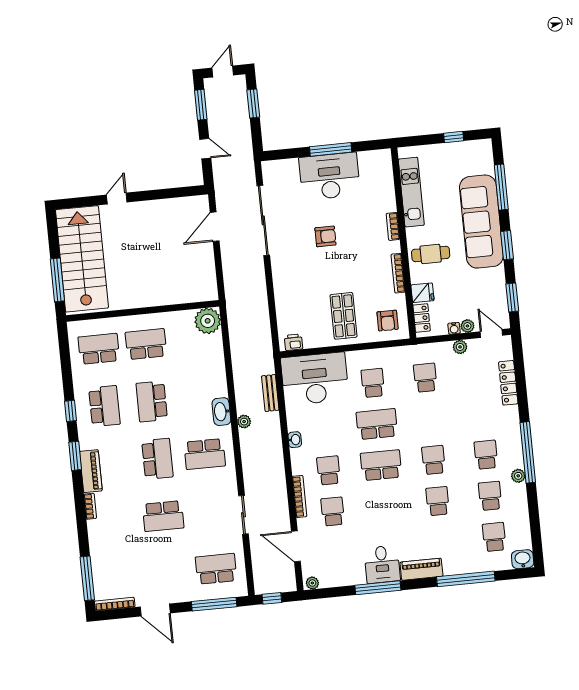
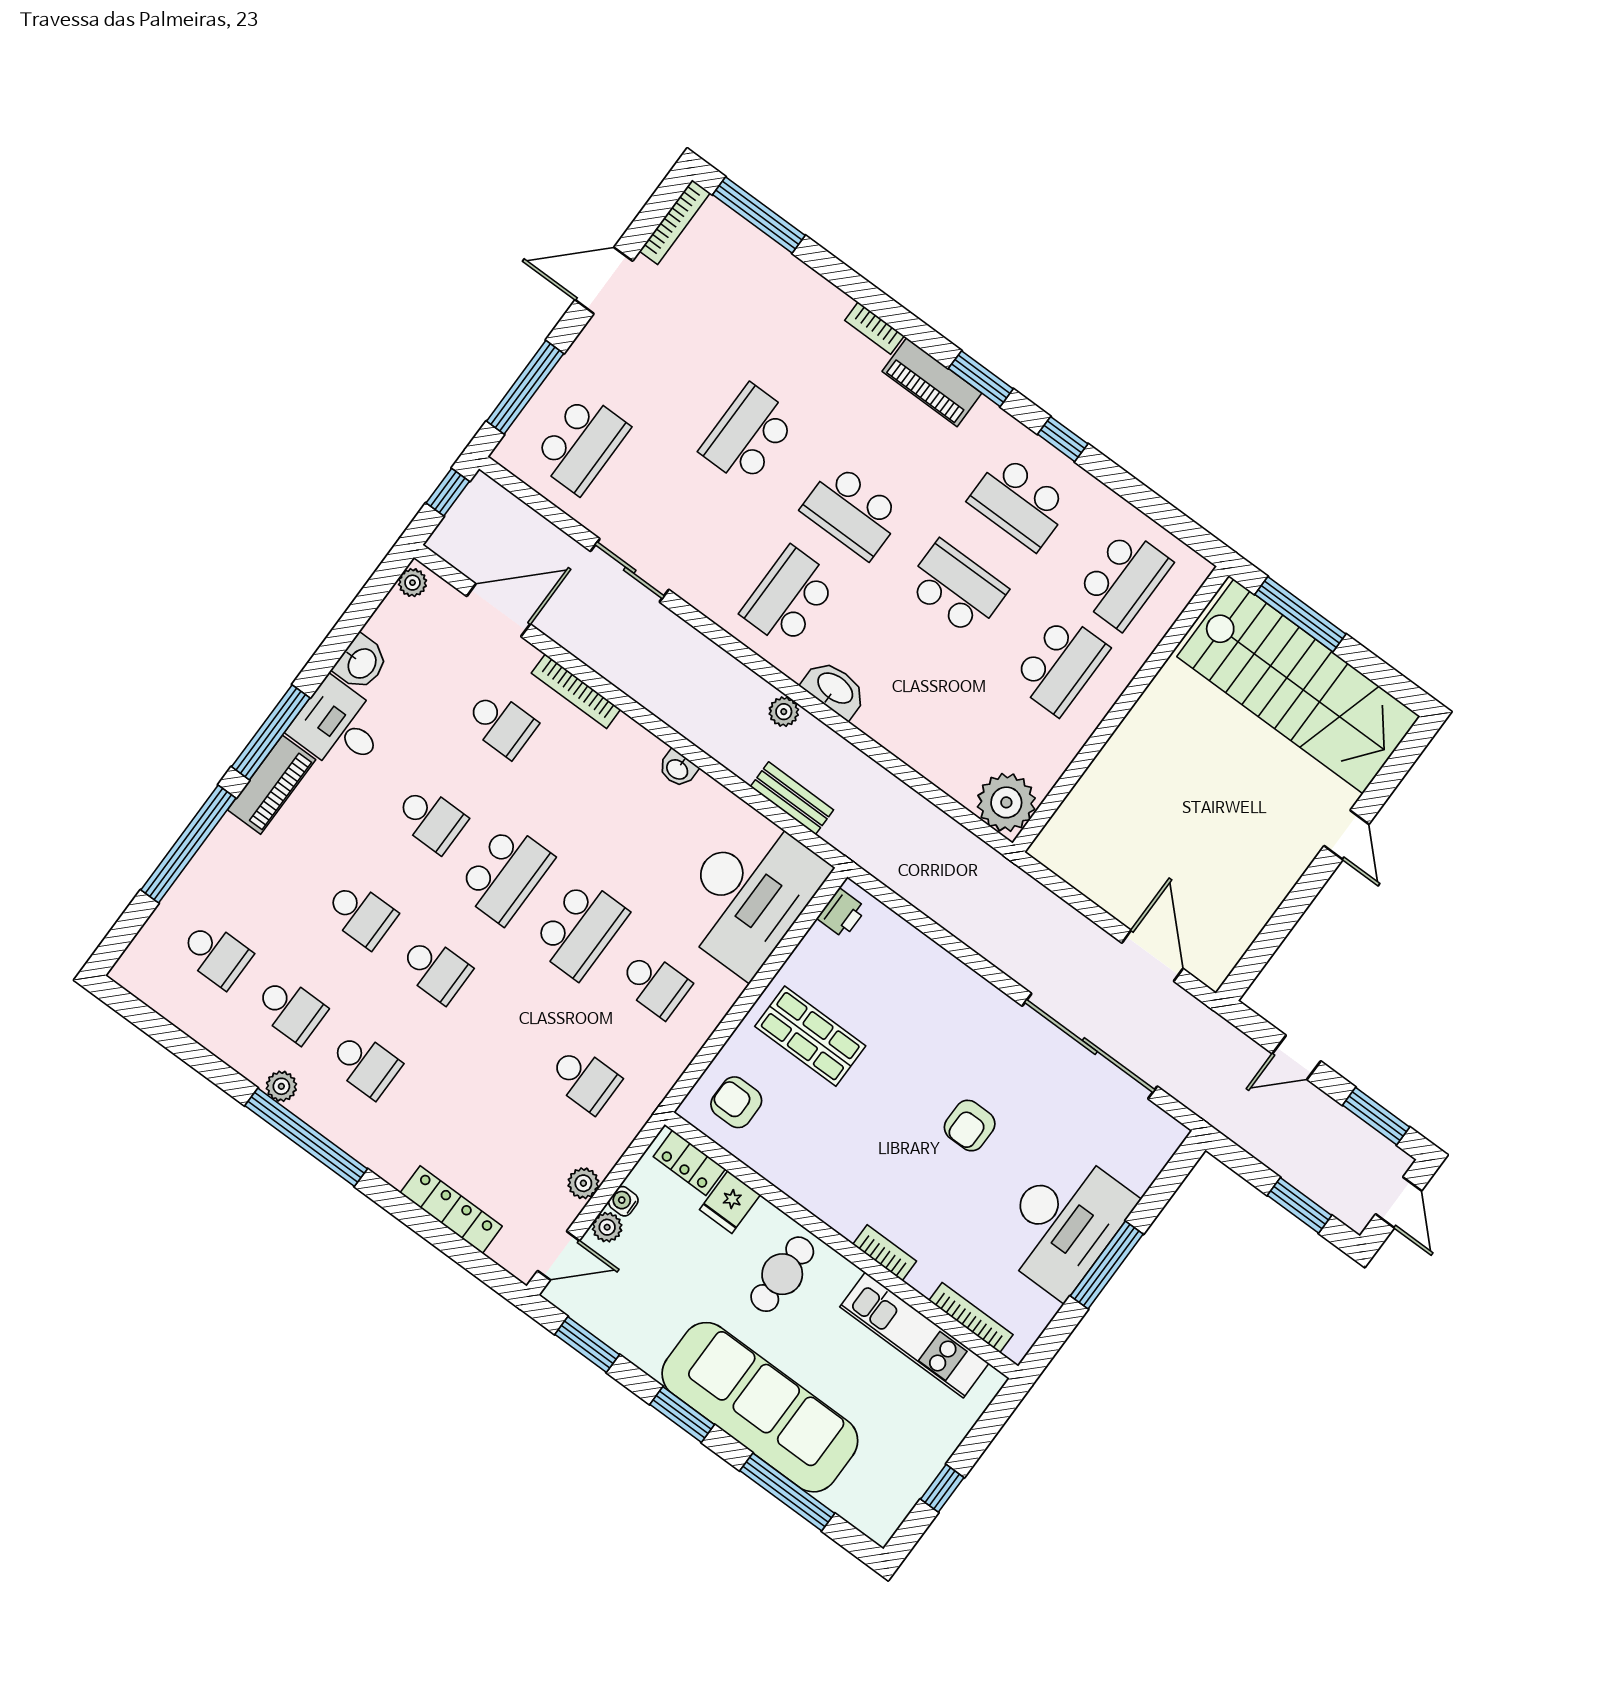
bookcase: (398, 273) -> (971, 1318), moved
school desk: (329, 470) -> (431, 819), moved
washbasin: (523, 559) -> (361, 663), moved
window: (378, 588) -> (271, 732), moved

